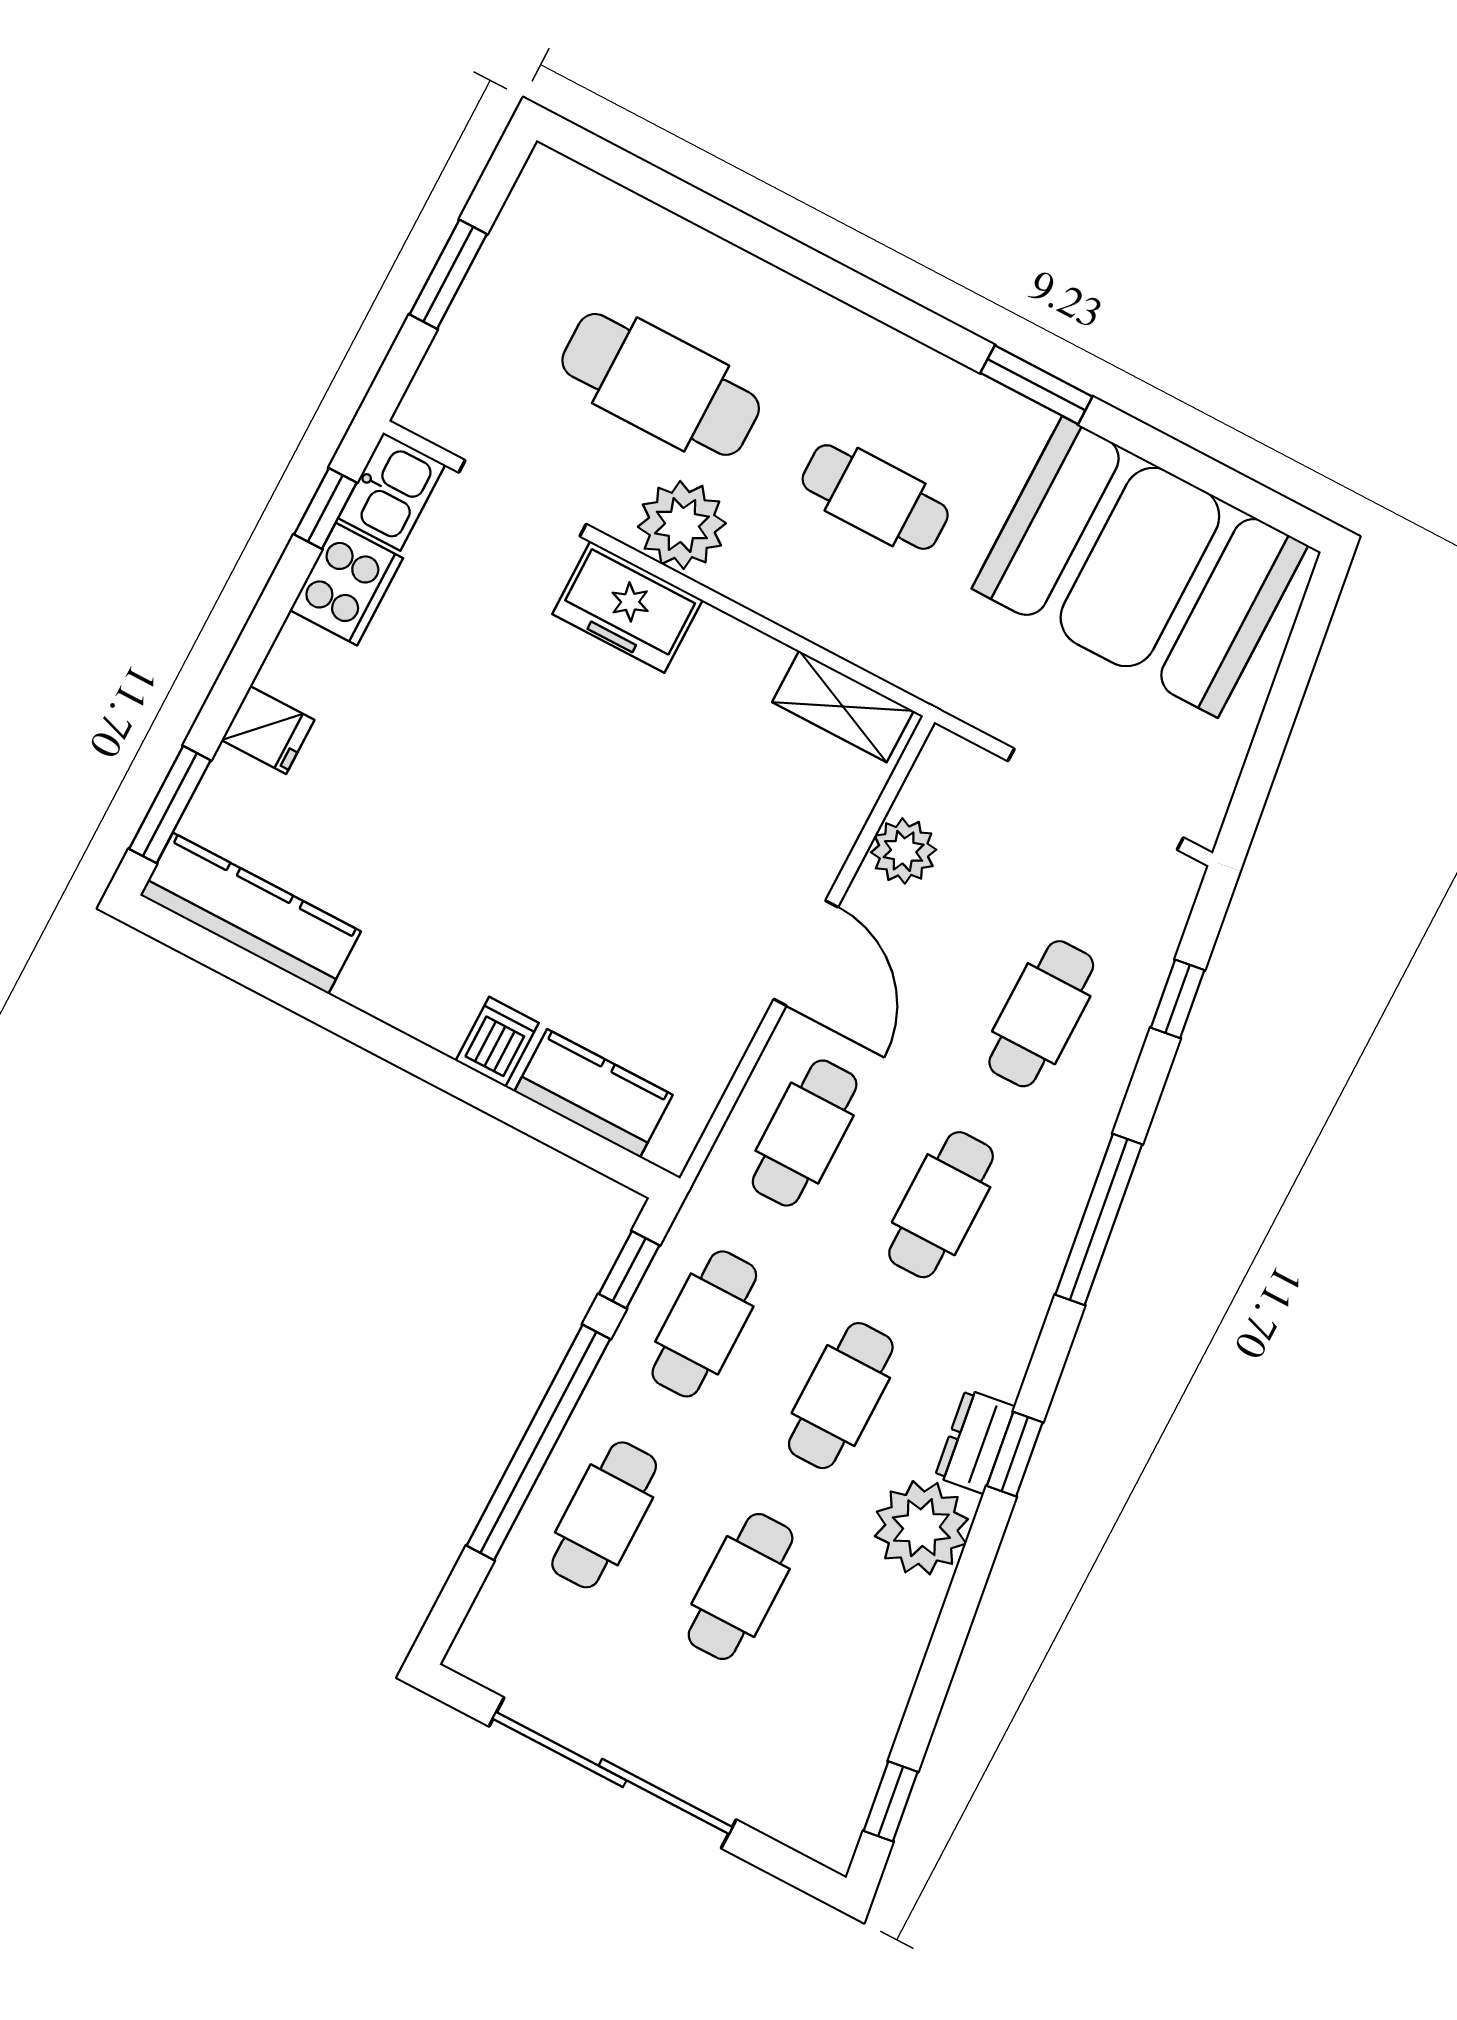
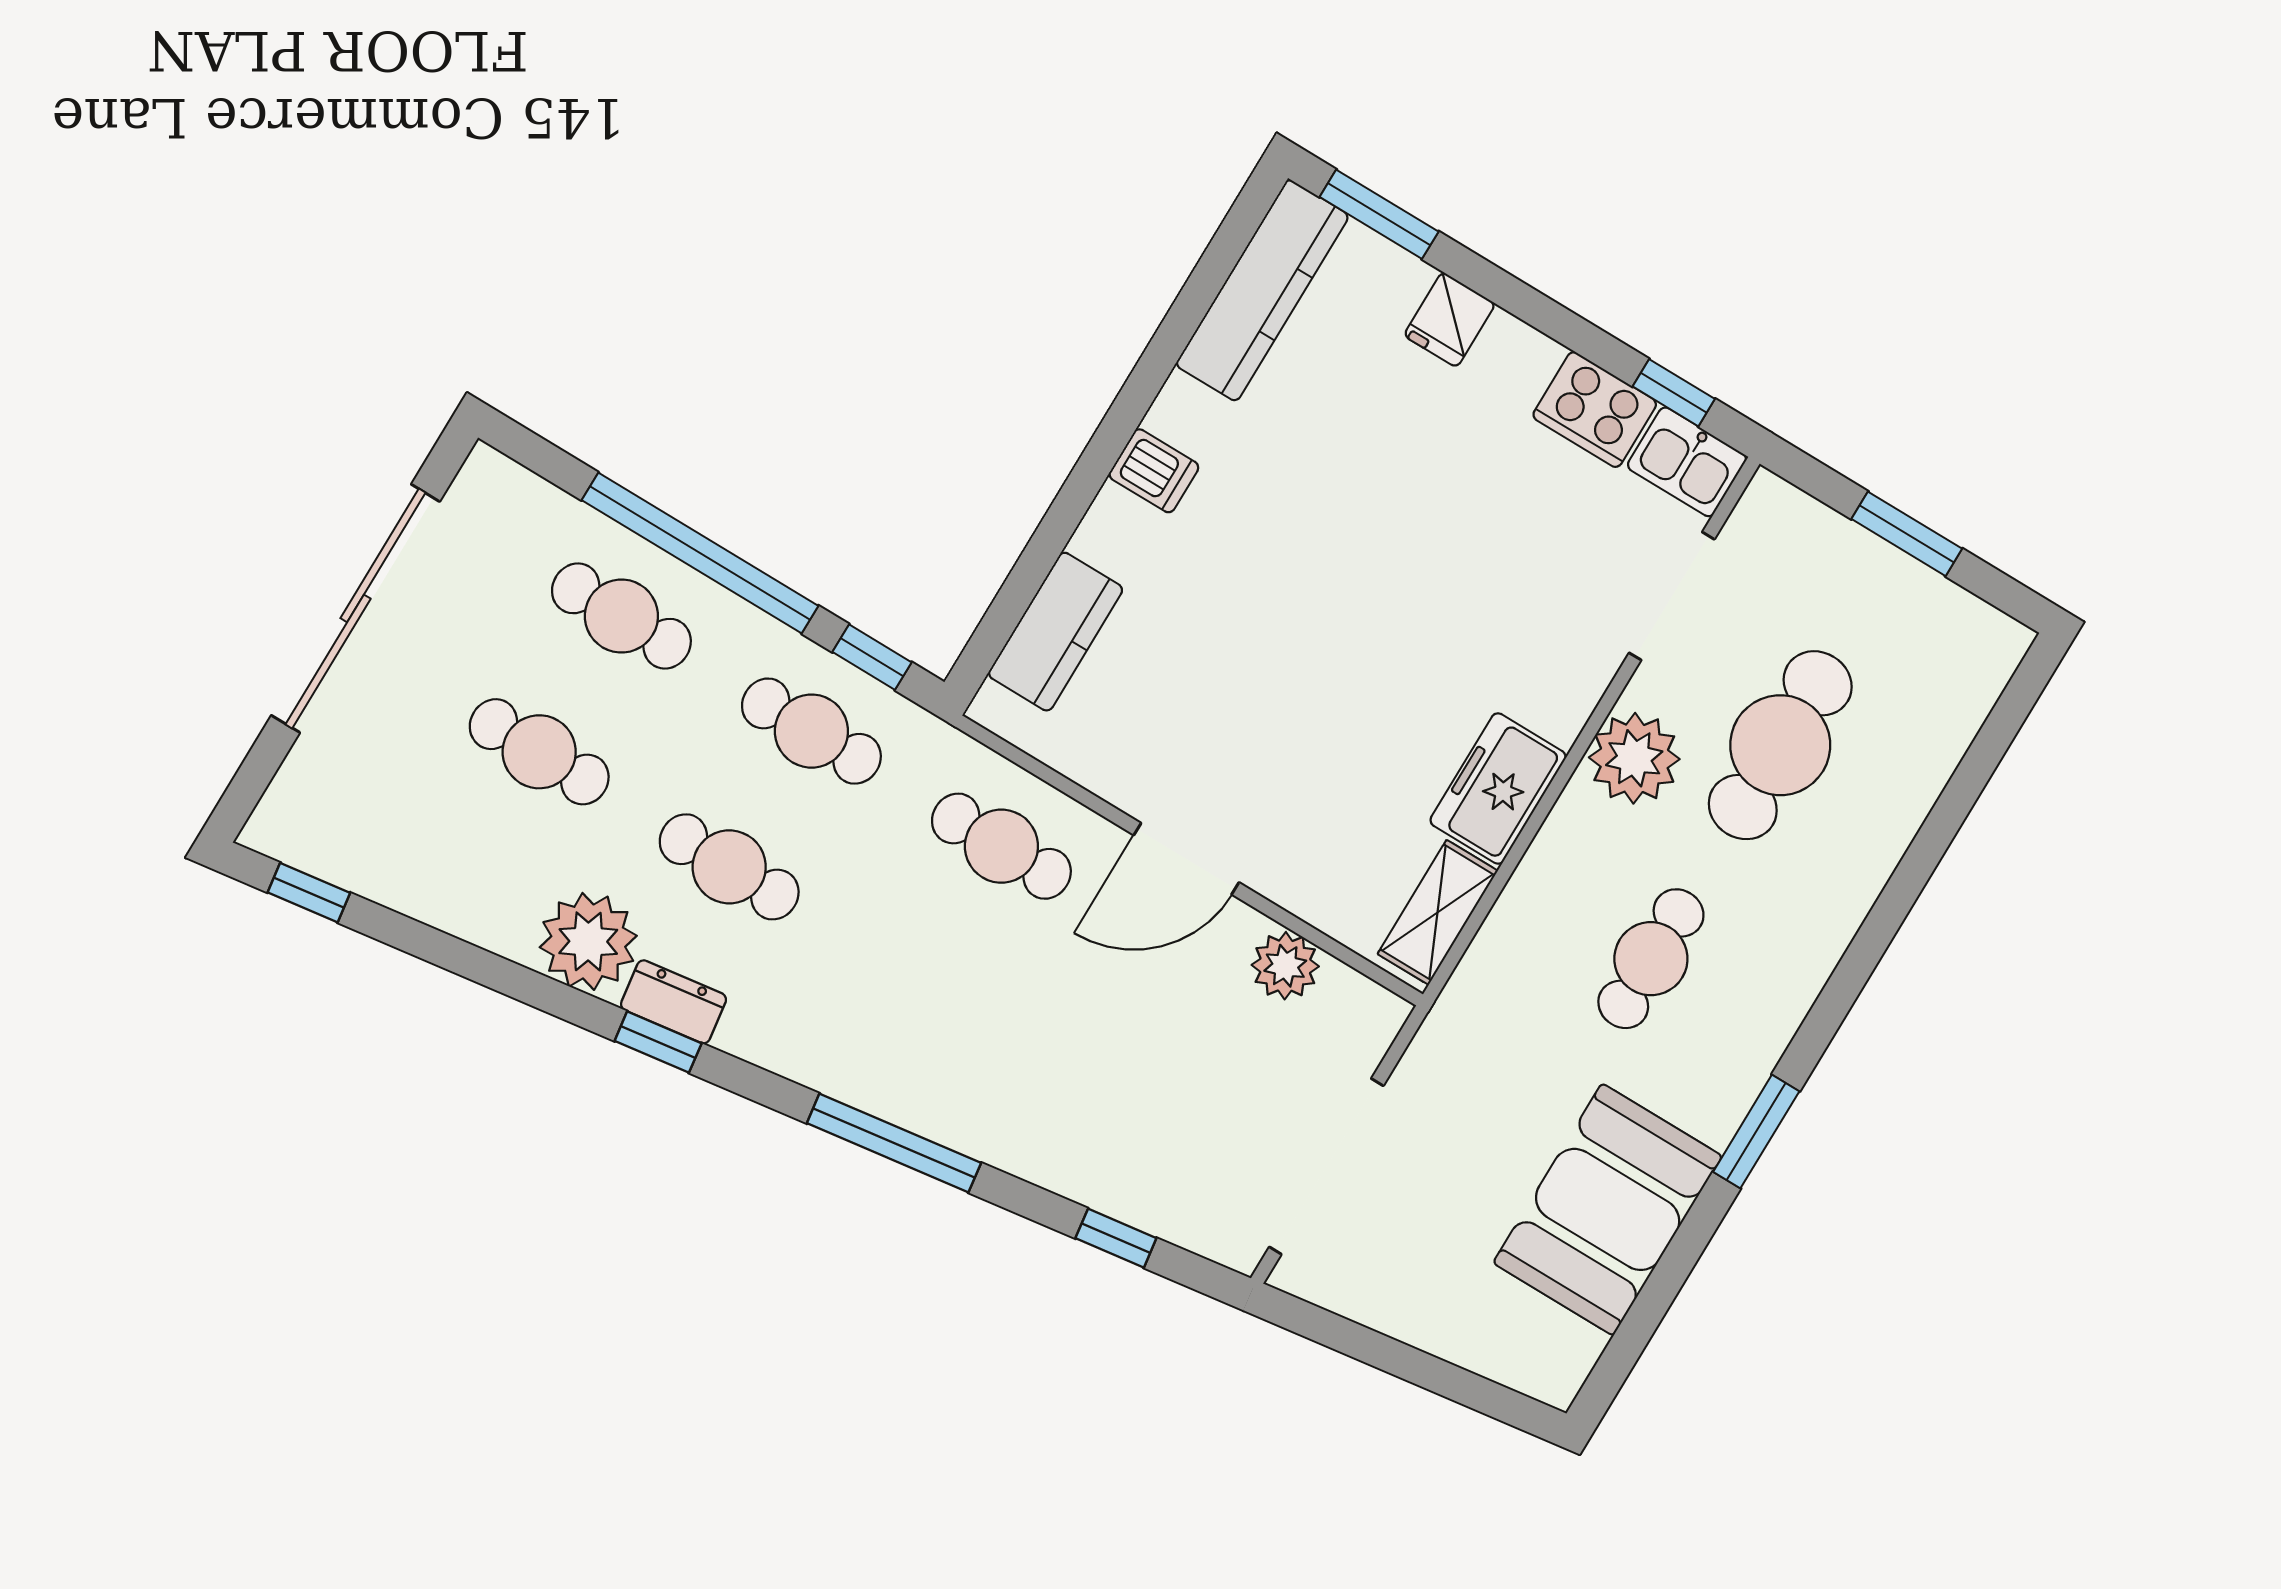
booth: (1140, 567) -> (1608, 1209), width x0.73, depth x0.70
freezer: (627, 607) -> (1498, 789), moved
cafe table: (1041, 1014) -> (1109, 1097), removed
dishwasher: (497, 1042) -> (1154, 471), moved
cafe table: (941, 1205) -> (919, 982), removed

